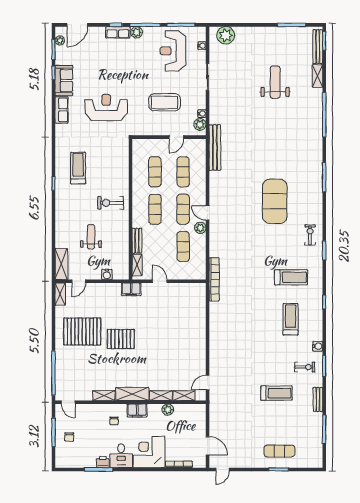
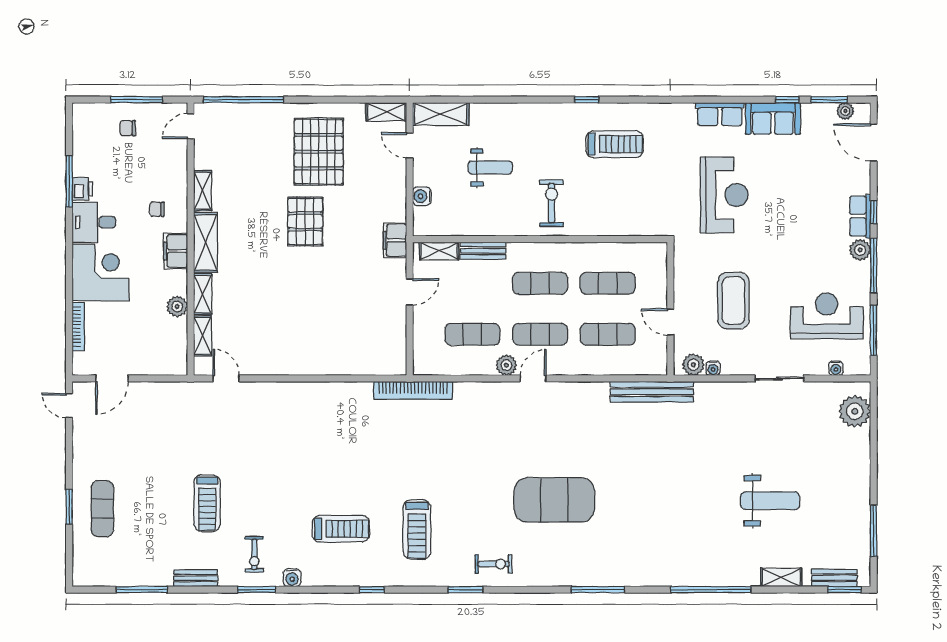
bench: (318, 47) -> (834, 578), width x0.73

